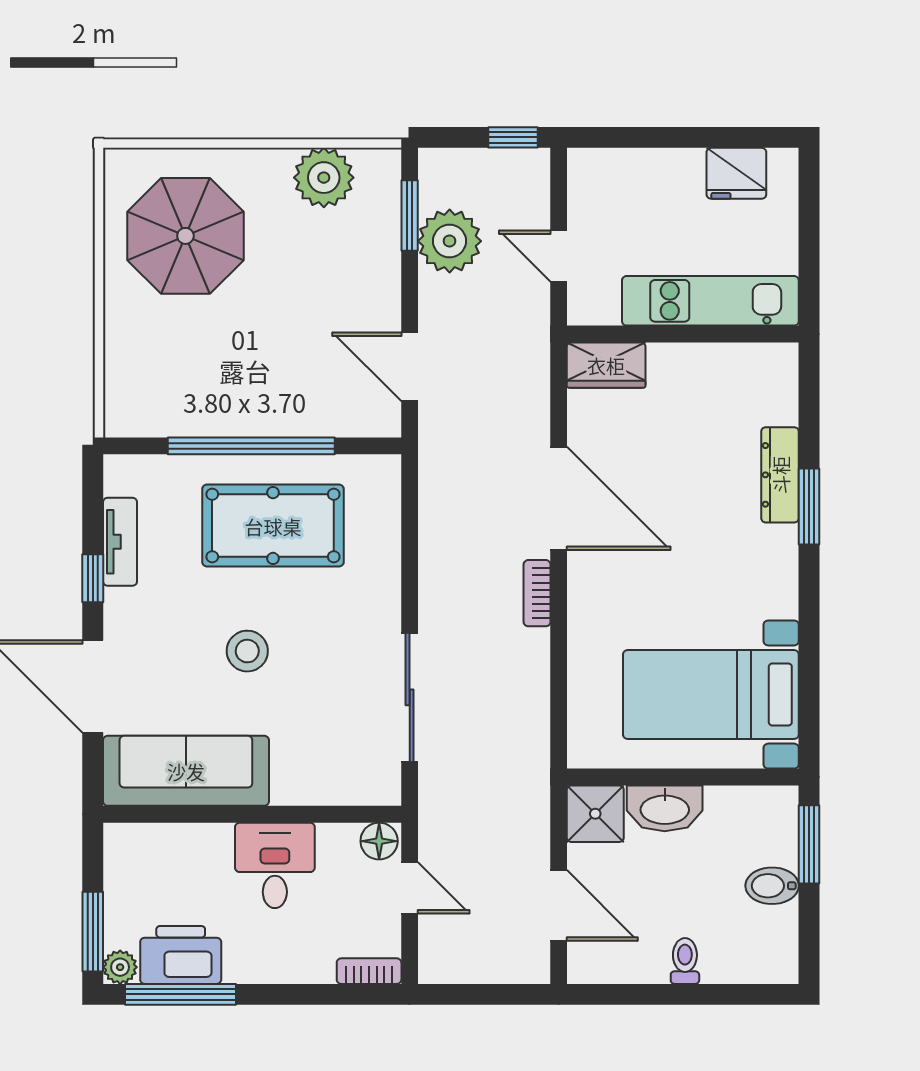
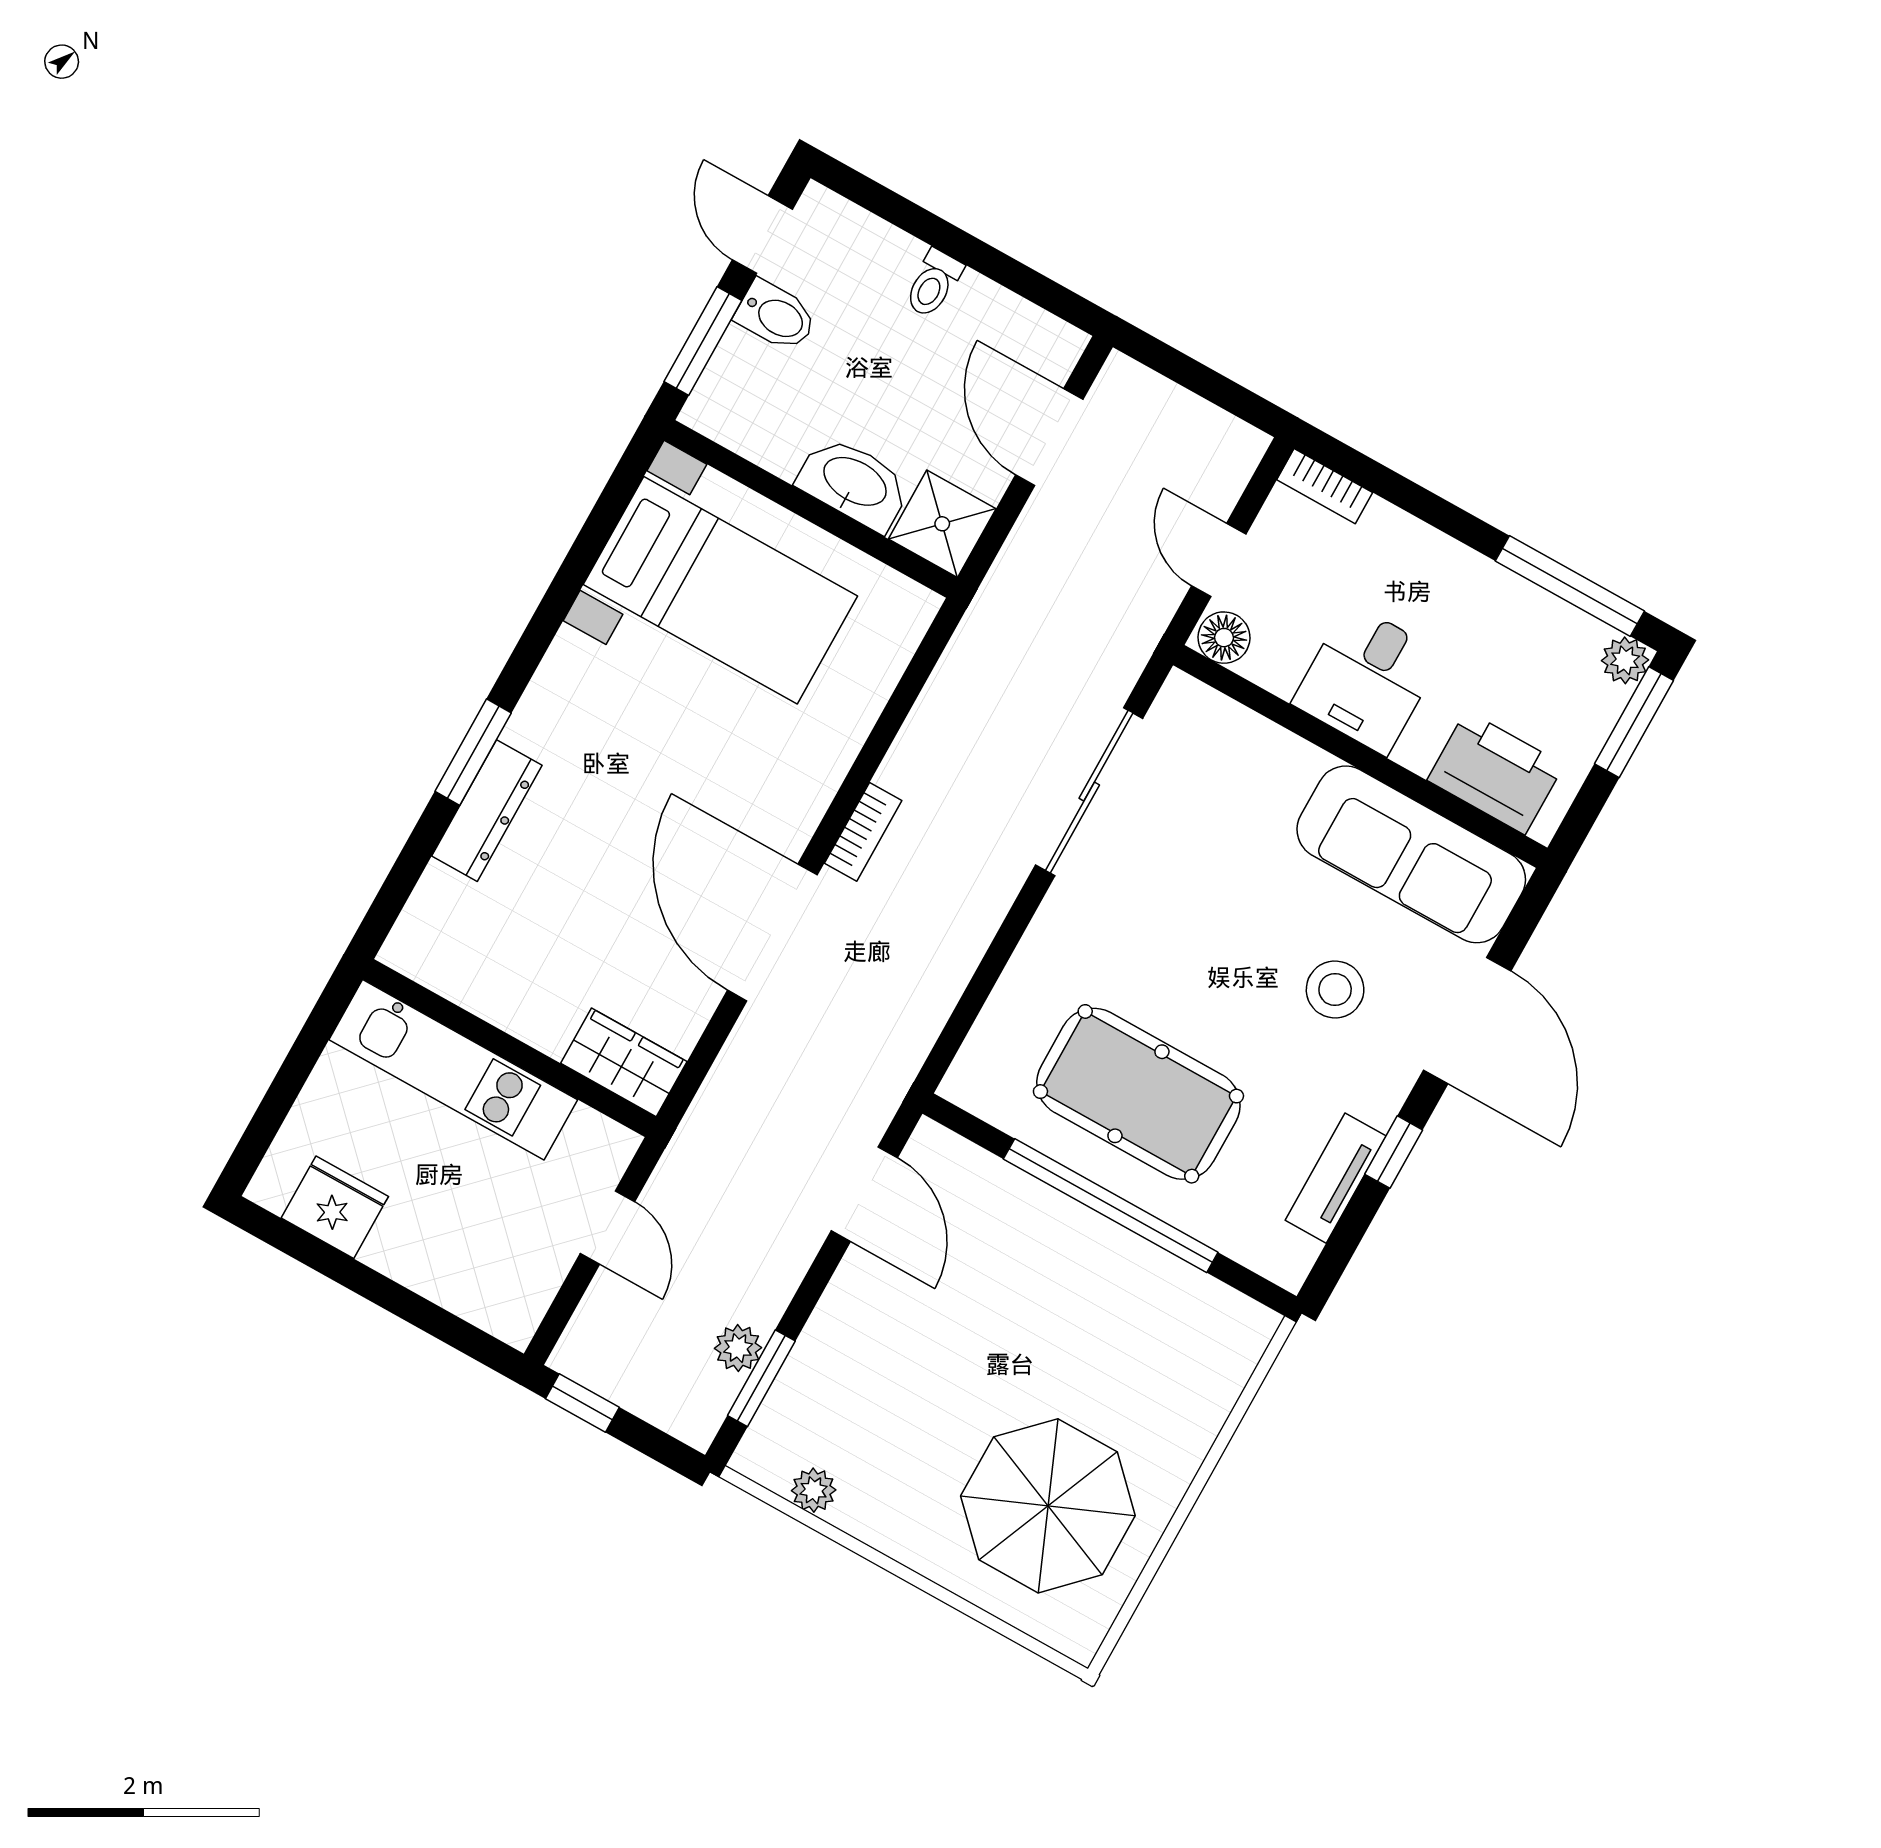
plant: (324, 178) -> (814, 1490), width x0.53, depth x0.53
plant: (450, 241) -> (738, 1348), width x0.53, depth x0.53
stool: (247, 651) -> (1335, 989), moved
door: (809, 932) -> (762, 235), added
printer: (181, 955) -> (1496, 772), moved, turned 180

